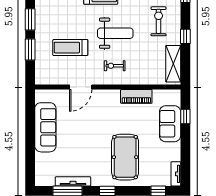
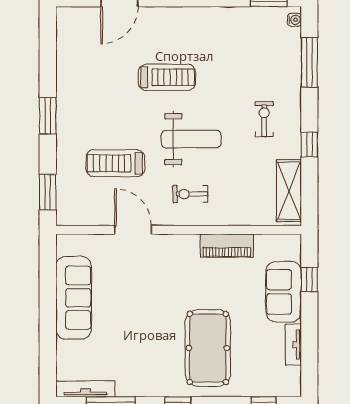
exercise bike: (159, 21) -> (264, 119), width x0.73, depth x0.72
window: (30, 49) -> (48, 192), moved
door: (81, 87) -> (133, 230), swing flipped
tv unit: (176, 174) -> (293, 345), moved
tv unit: (73, 181) -> (85, 389), moved

